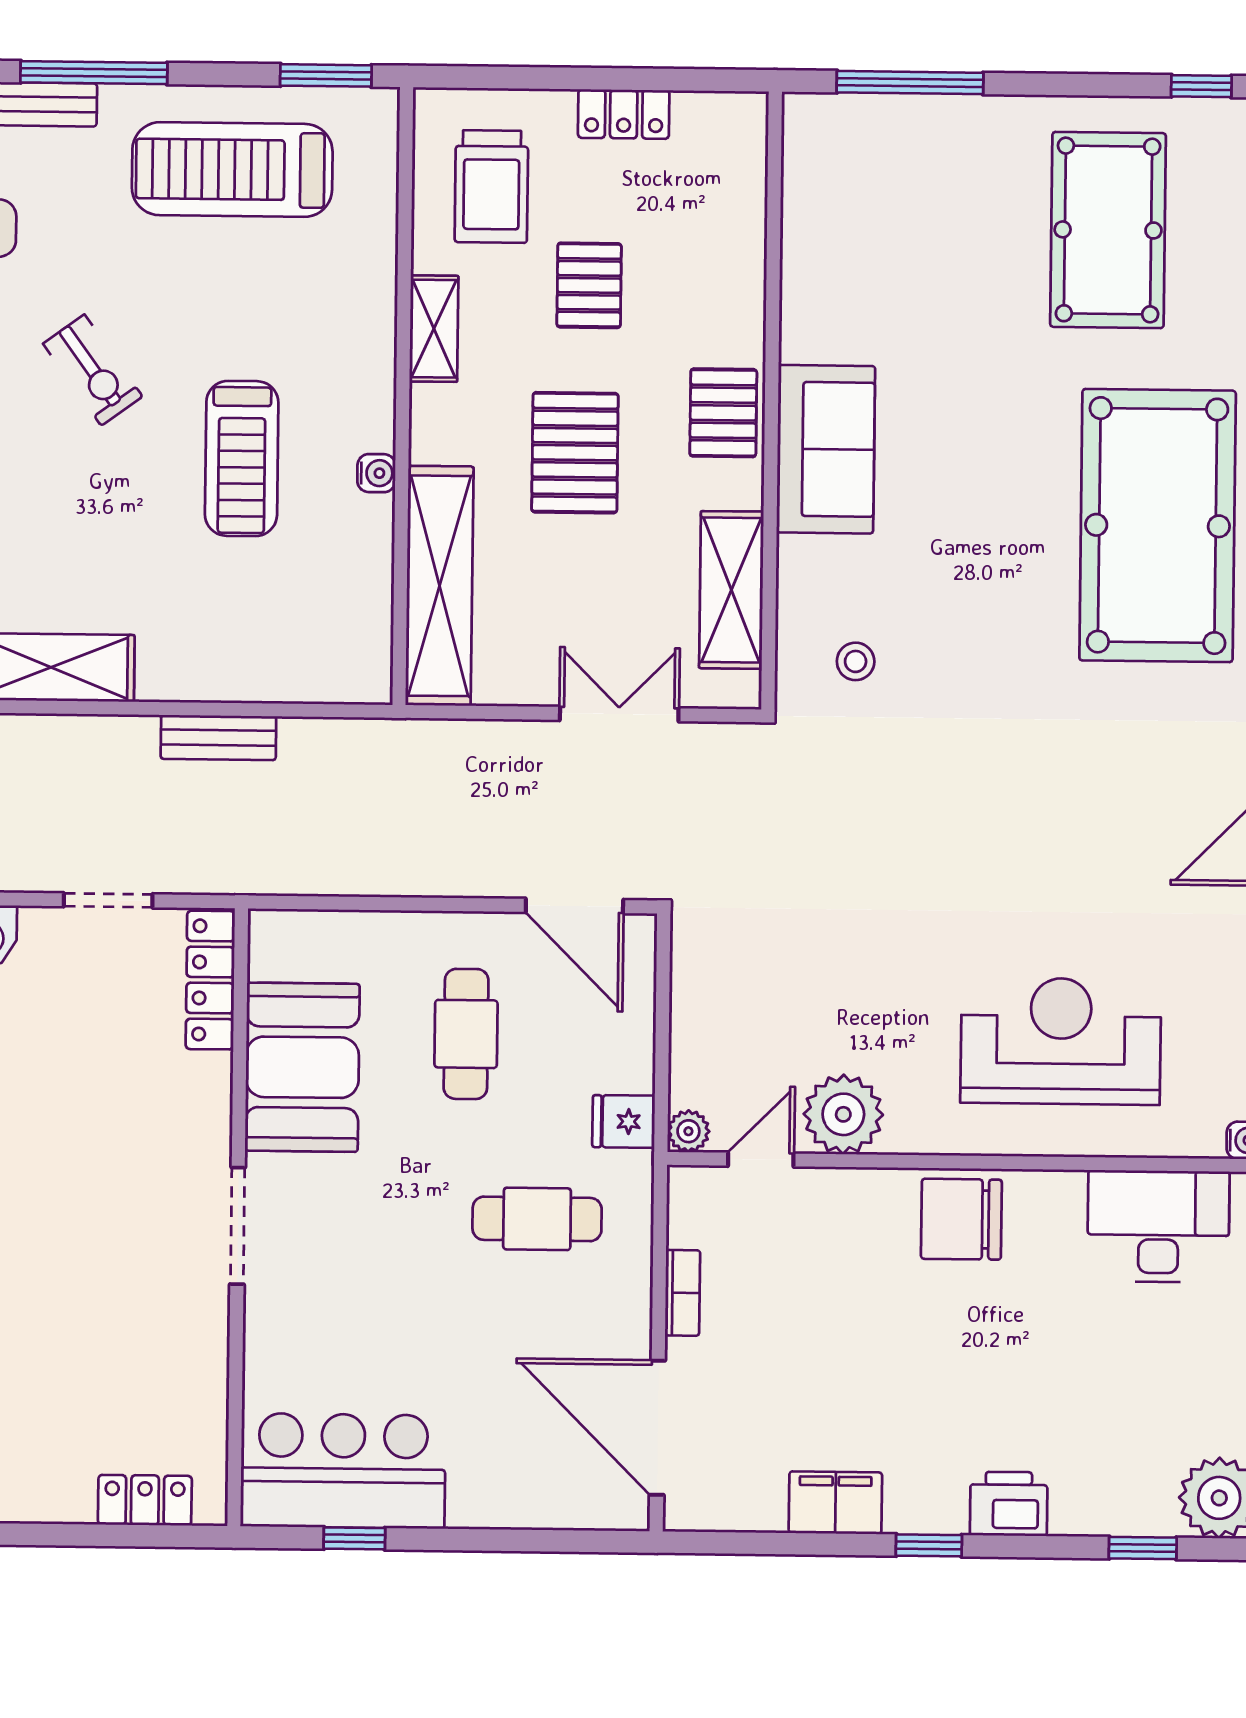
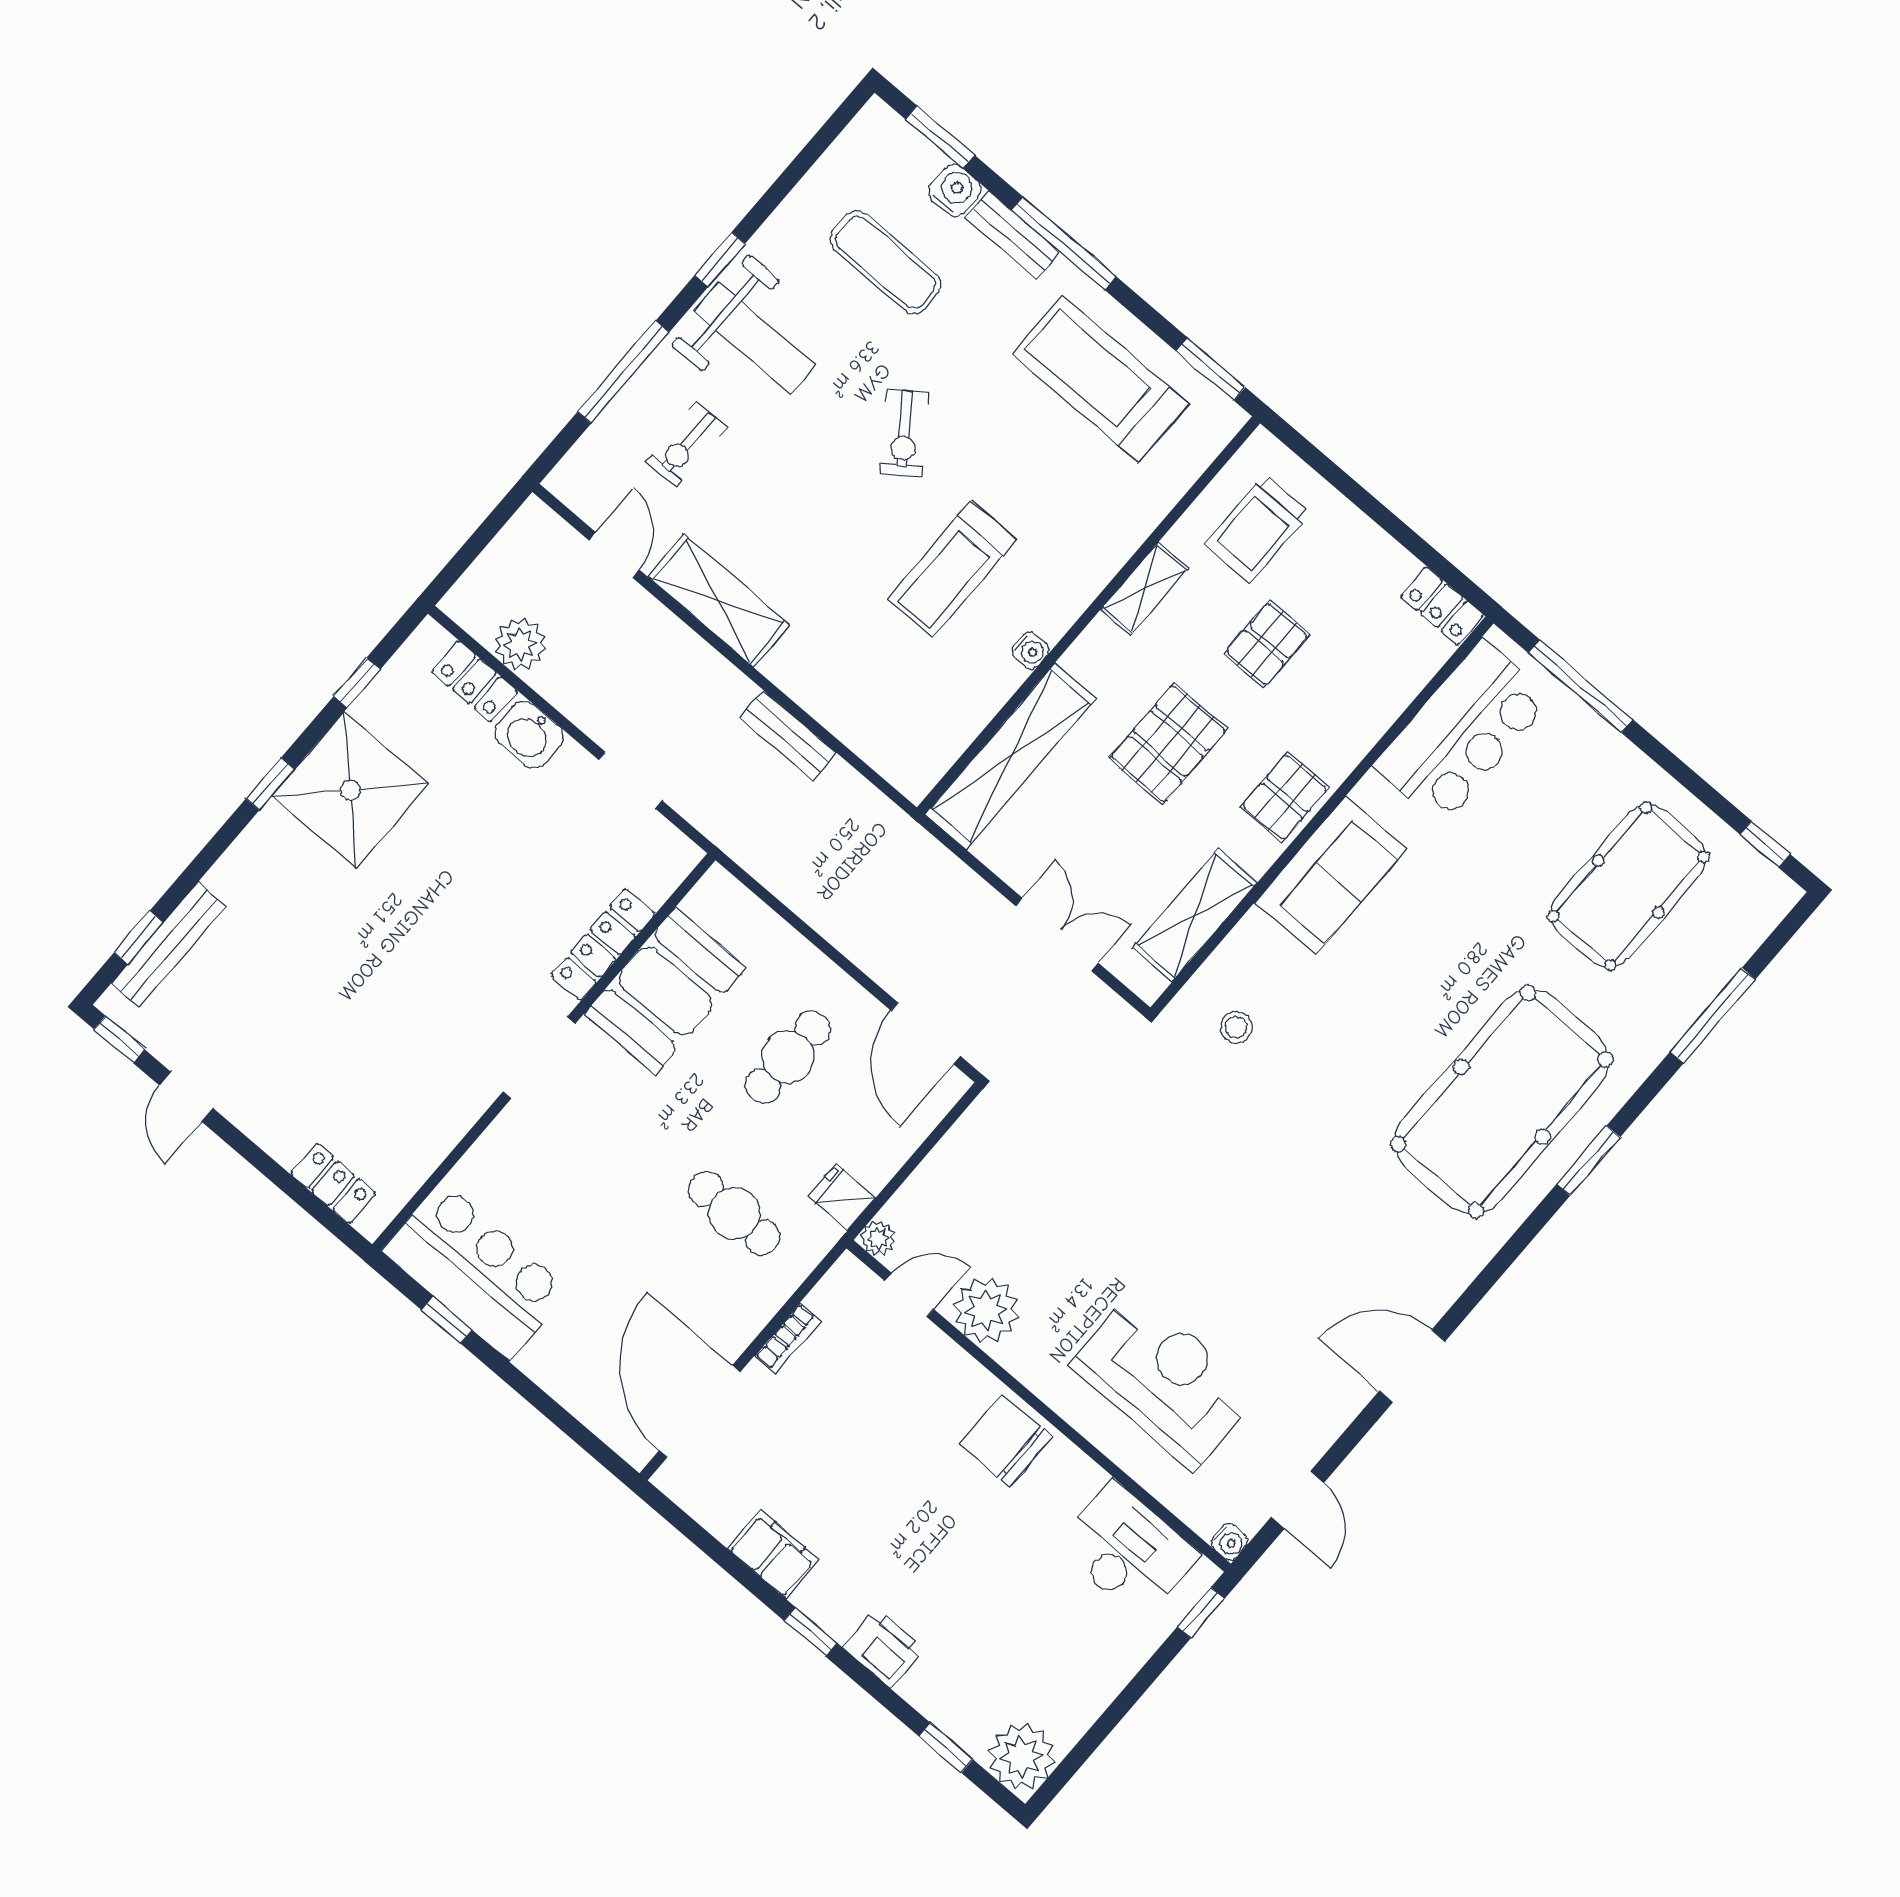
locker: (624, 114) -> (1442, 606), moved
bar counter: (837, 216) -> (1462, 733), added
locker: (210, 980) -> (603, 945), moved

